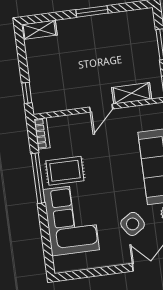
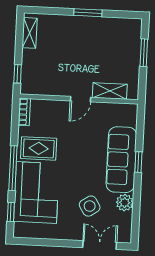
shelving: (39, 30) -> (30, 33), moved, turned 90
window: (38, 178) -> (13, 168), moved
window: (47, 246) -> (11, 212), added

